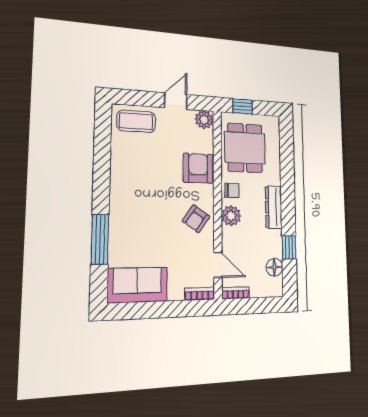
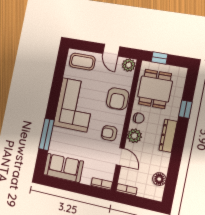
door: (176, 101) -> (111, 50), swing flipped
armchair: (198, 168) -> (118, 99), turned 180
corner sofa: (137, 186) -> (75, 105), added
armchair: (196, 219) -> (109, 133), turned 55
window: (289, 247) -> (185, 109), moved
door: (218, 265) -> (120, 157), moved

